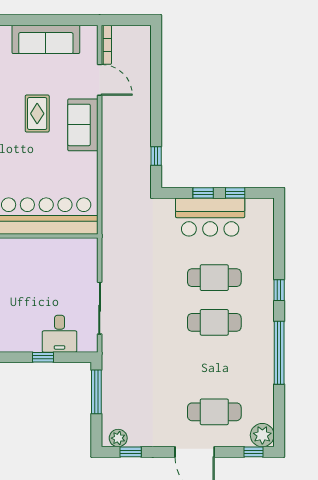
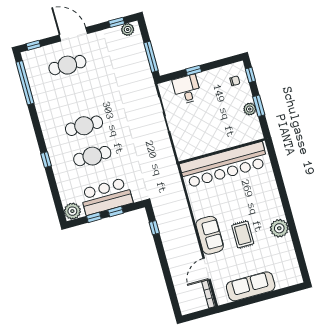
door: (100, 80) -> (207, 269), hinge flipped
window: (279, 353) -> (25, 83), moved
plant: (262, 435) -> (72, 211), moved

